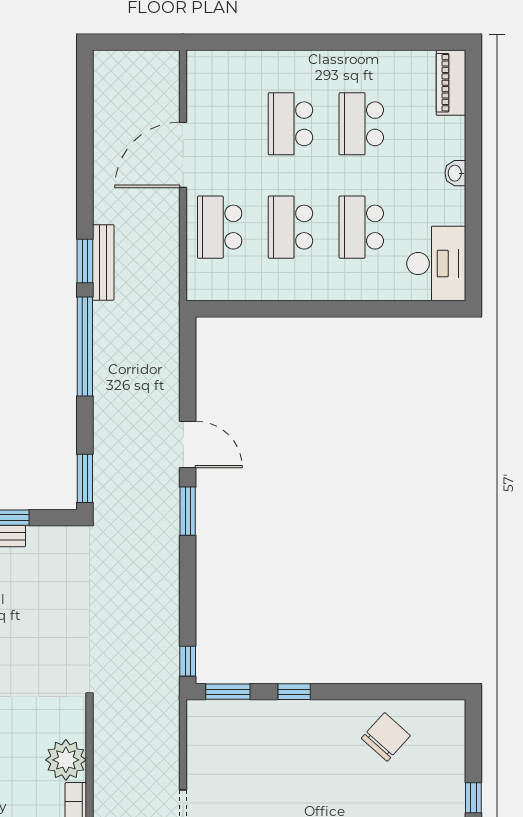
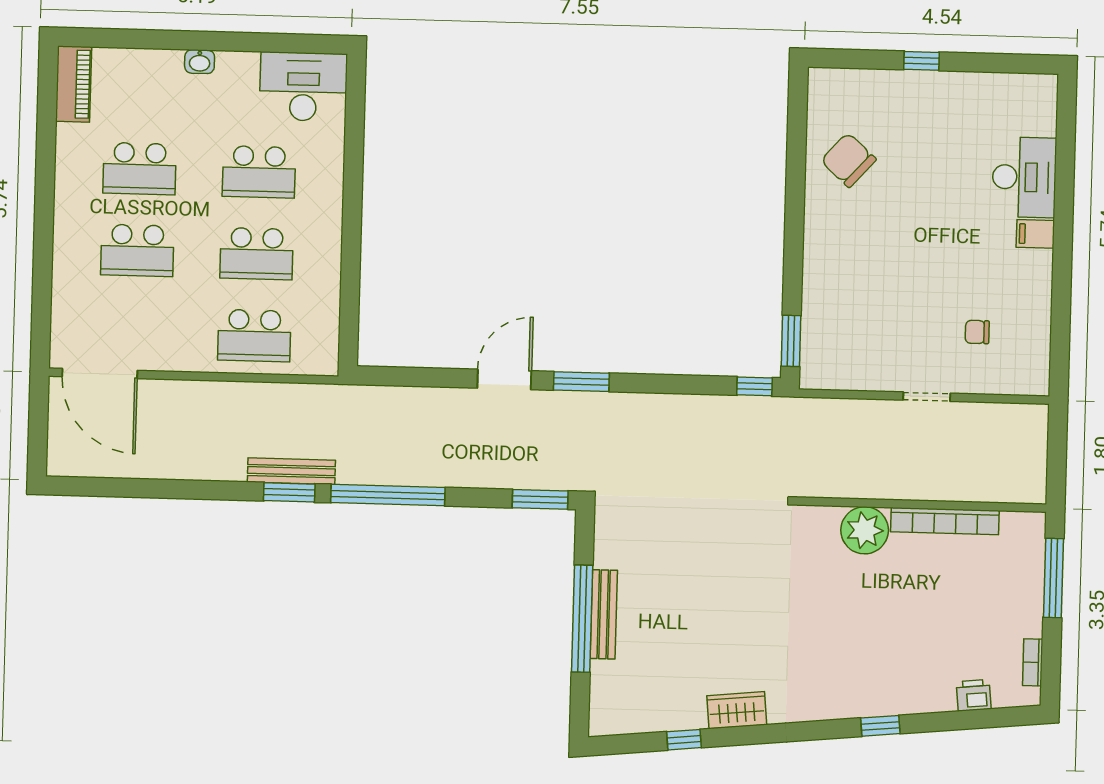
piano: (451, 83) -> (74, 84), moved, turned -90
door: (183, 155) -> (100, 374), moved
window: (294, 692) -> (793, 265), removed

